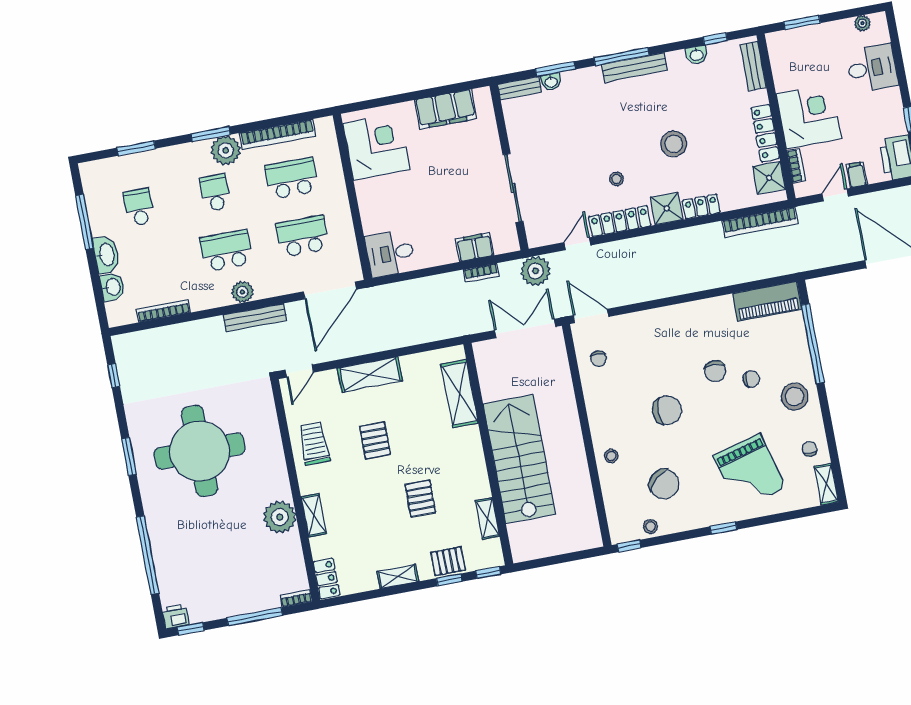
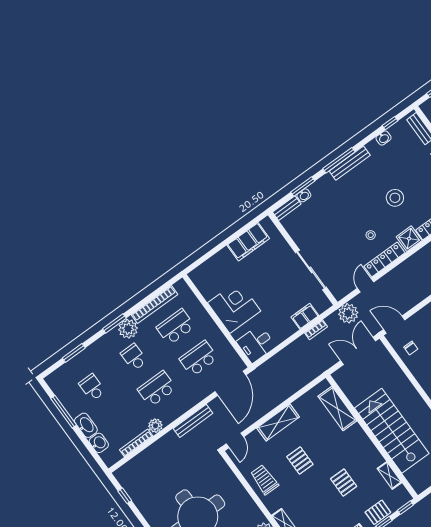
corner desk: (376, 147) -> (234, 307), moved
plant: (242, 292) -> (155, 426), moved

